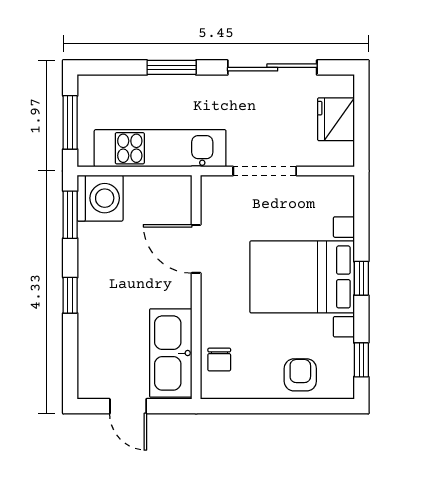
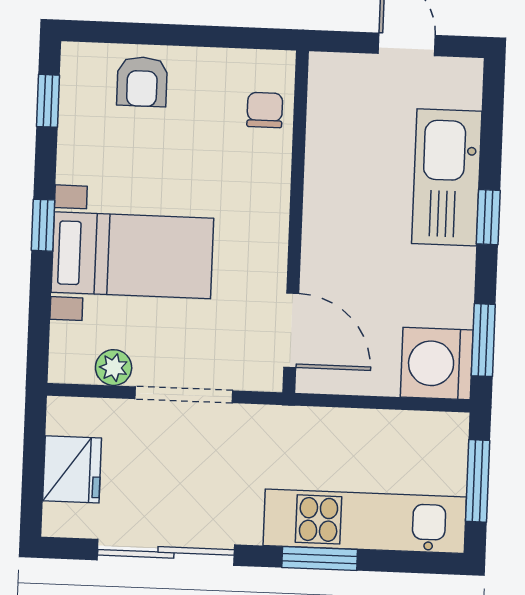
kitchen unit: (160, 148) -> (365, 521), moved, turned 180
plant: (311, 187) -> (114, 368), added
door: (196, 249) -> (291, 330), moved
bed with nightstands: (302, 277) -> (132, 255), width x0.73
kitchen sink: (171, 353) -> (447, 177), moved, turned 180

